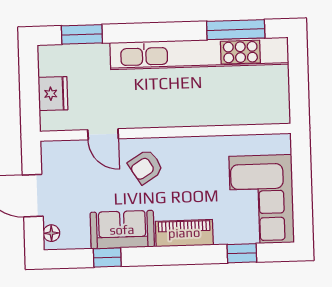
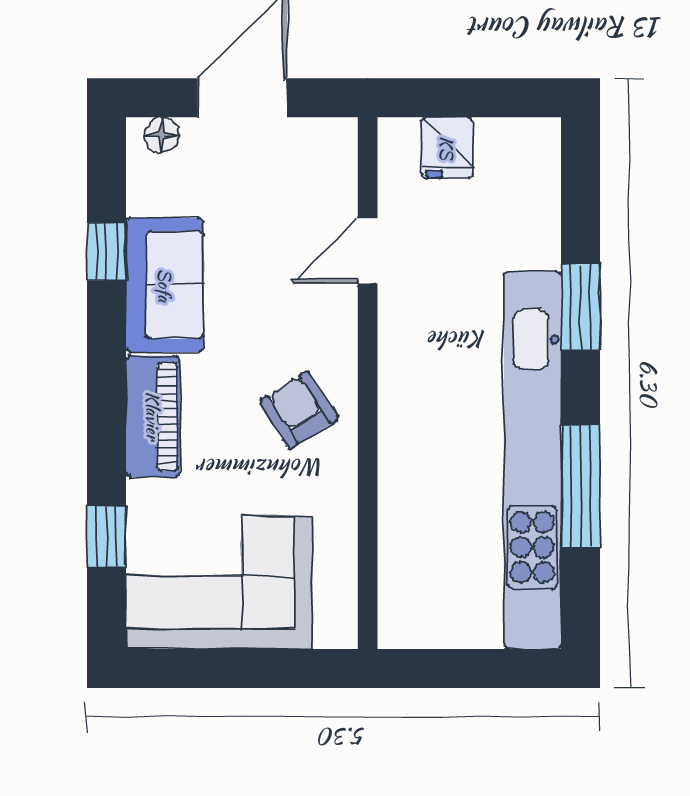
window: (236, 30) -> (580, 487), moved
window: (82, 34) -> (580, 307), moved
fridge: (53, 94) -> (447, 148), width x0.72
armchair: (146, 167) -> (299, 410), moved

